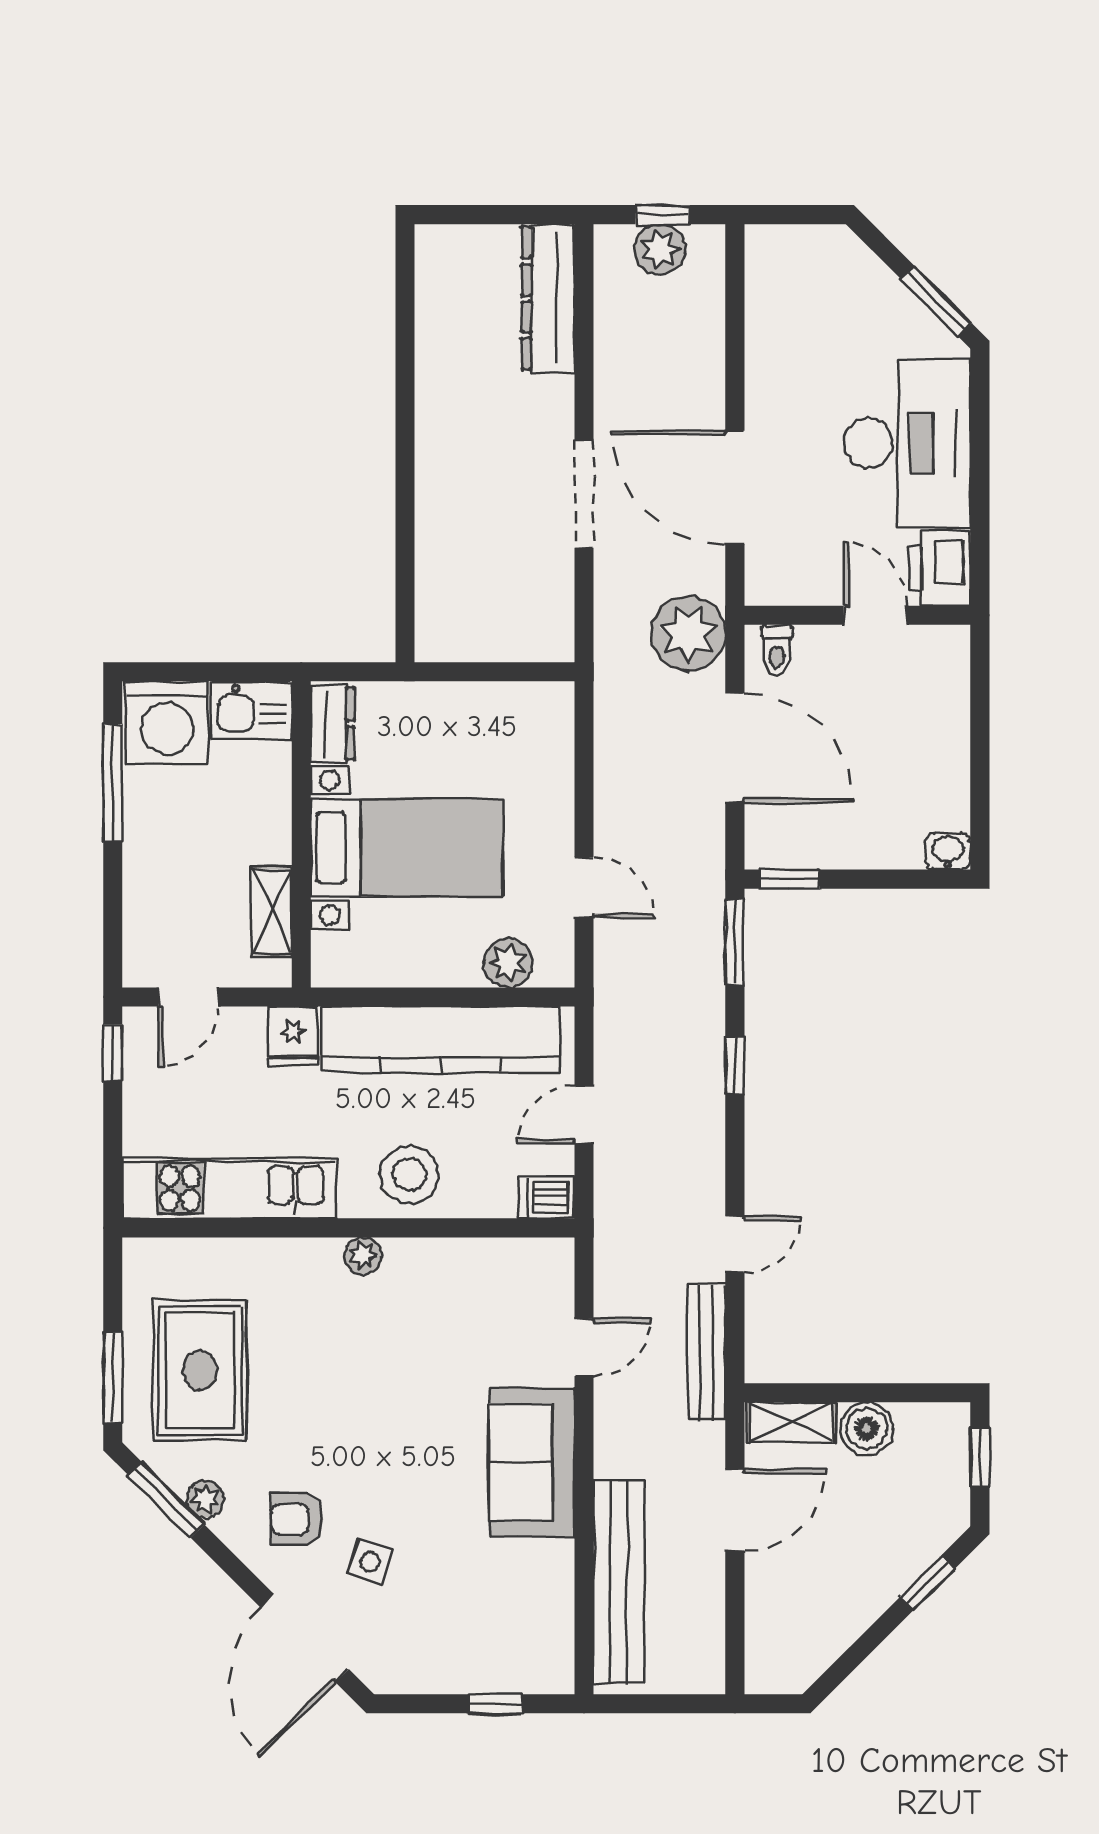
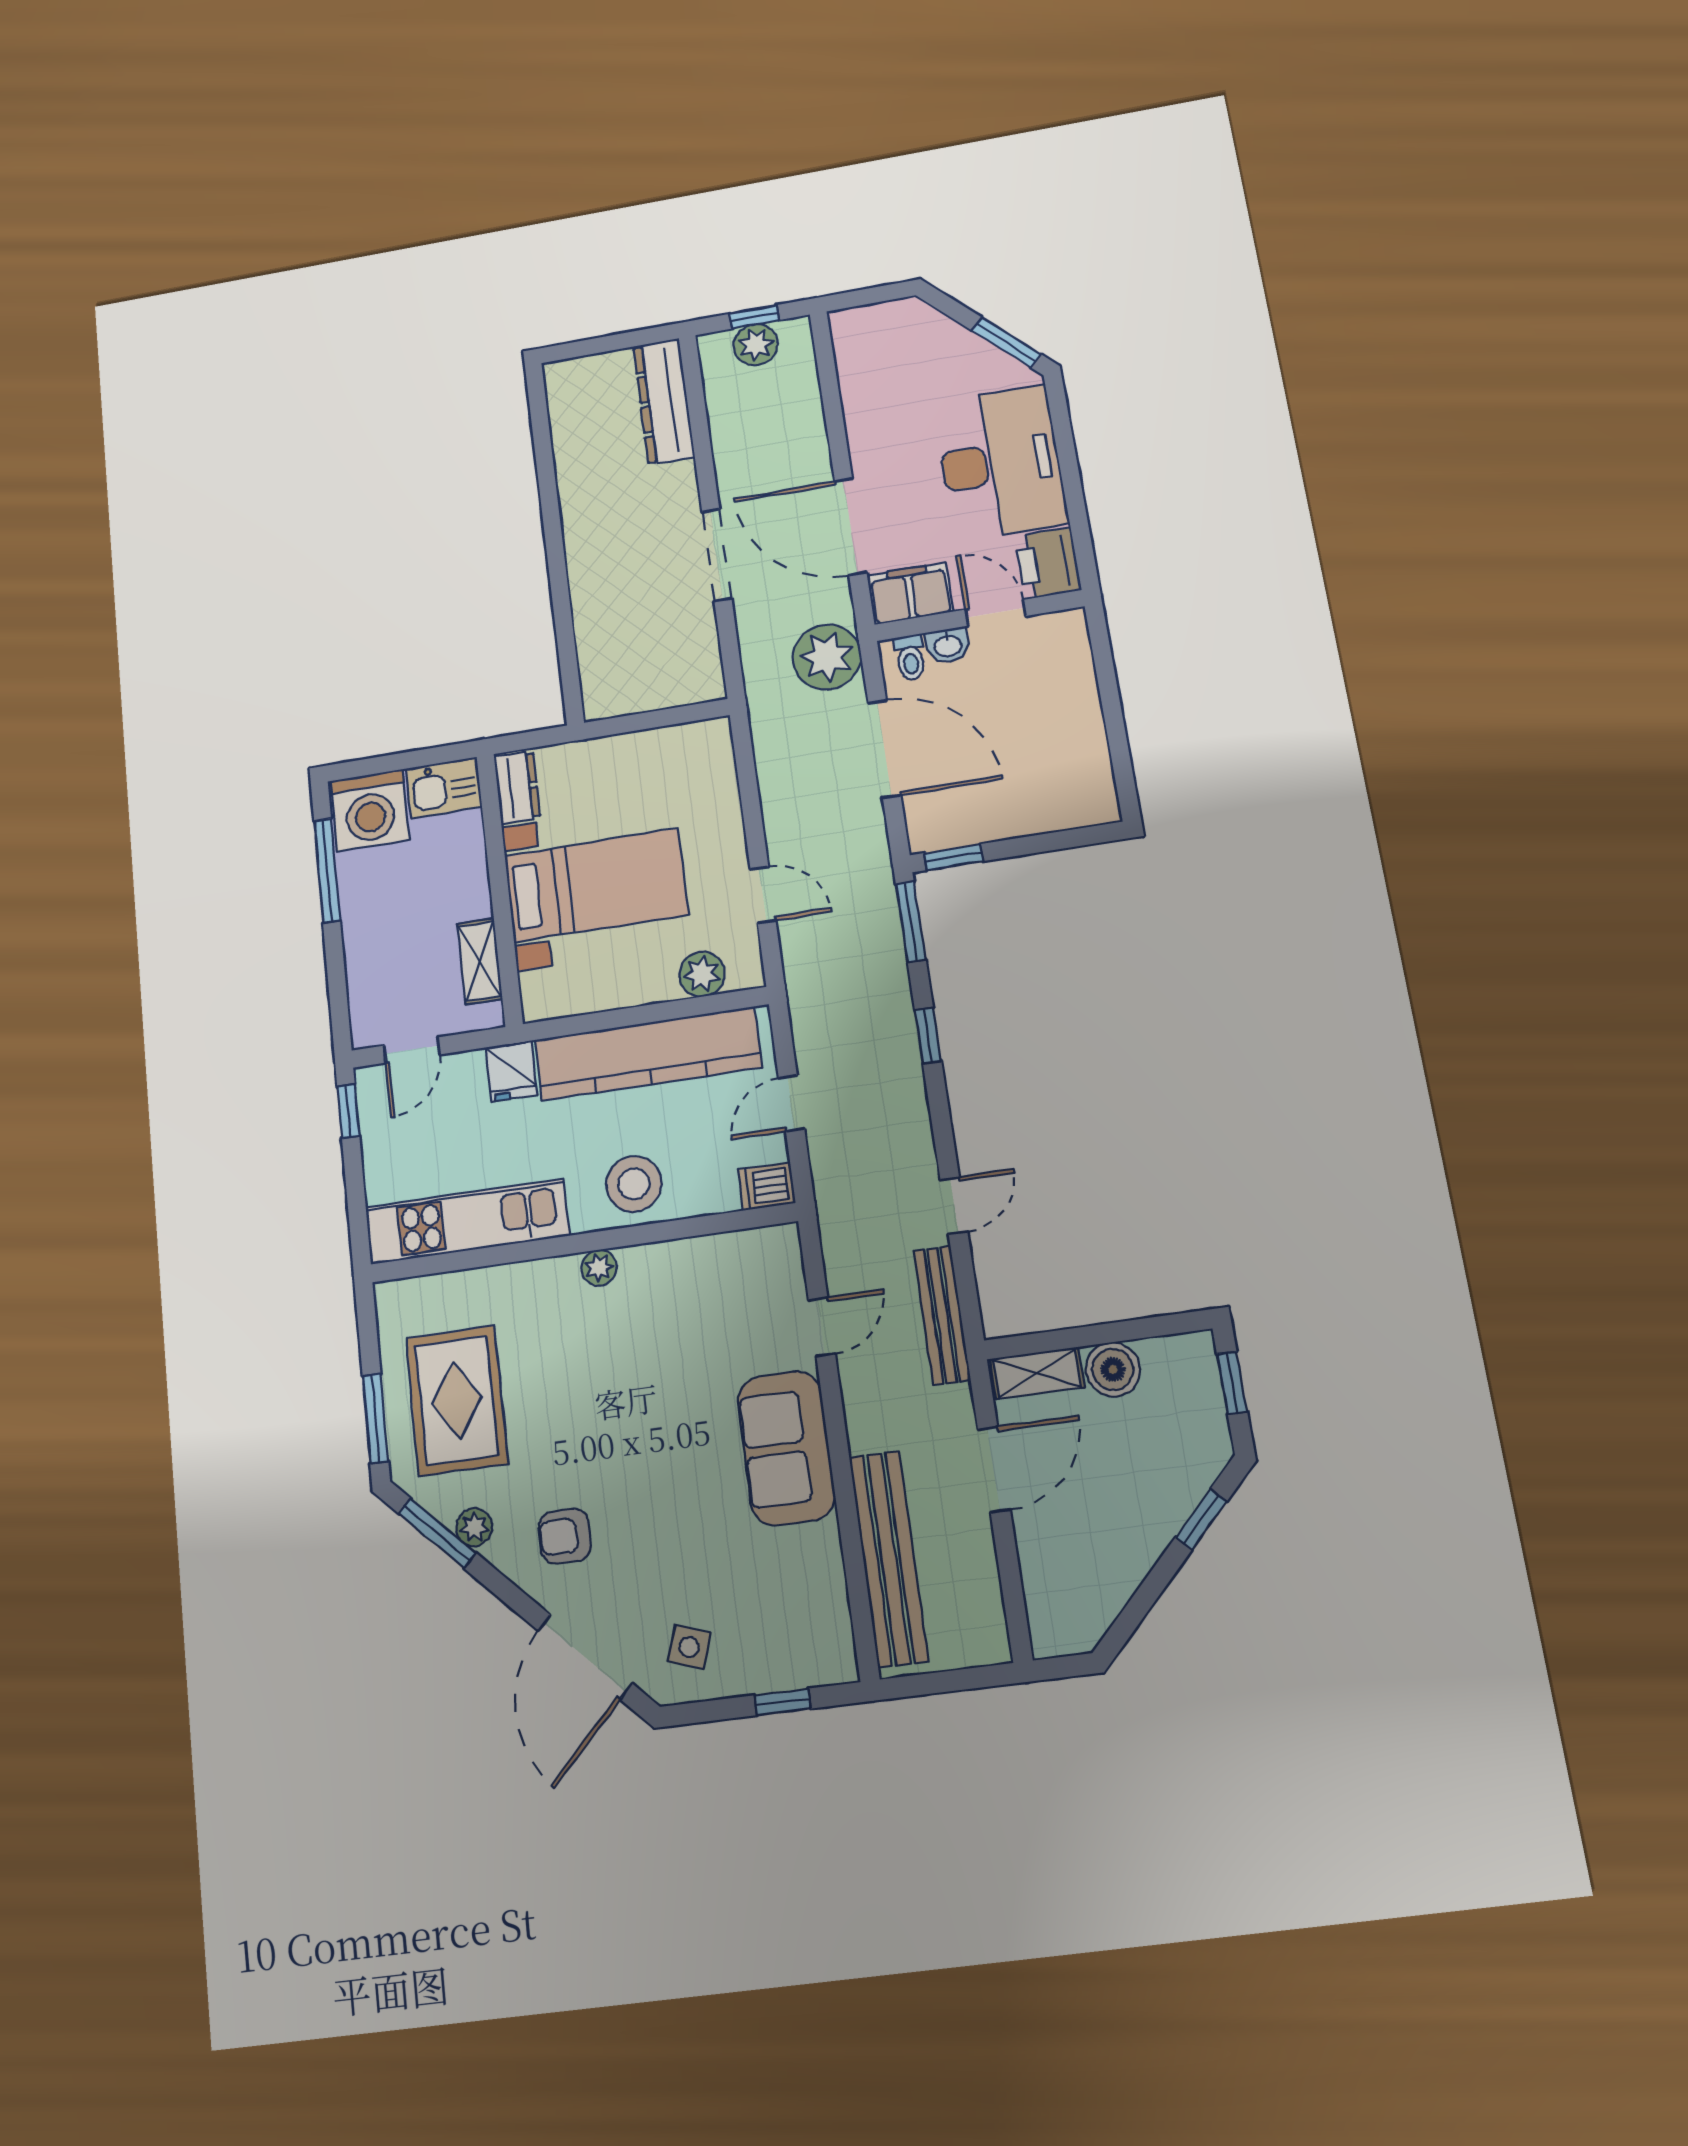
filing cabinet: (788, 577) -> (910, 594), added
washbasin: (948, 851) -> (948, 645), moved, turned 180
side table: (370, 1562) -> (689, 1647), moved

